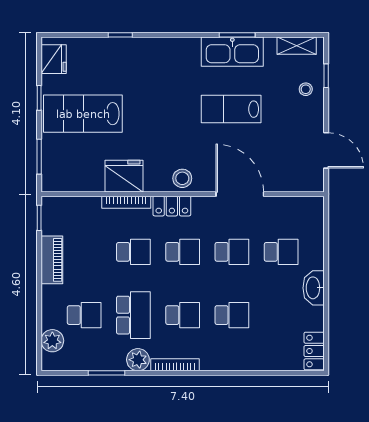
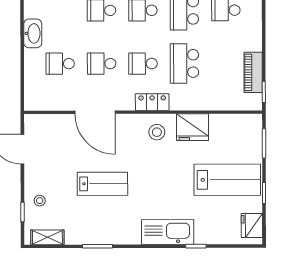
kitchen sink: (232, 52) -> (168, 232), moved
stool: (182, 178) -> (157, 132), moved
bookcase: (126, 202) -> (191, 105), removed
school desk: (133, 252) -> (184, 63), width x1.85
piano: (52, 260) -> (253, 72), moved

